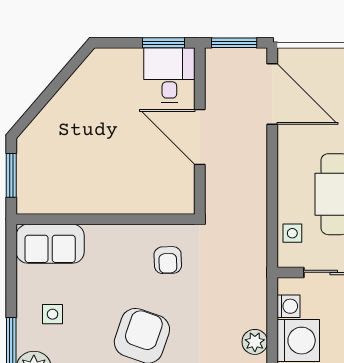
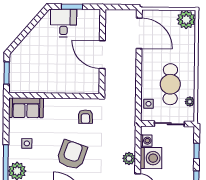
window: (164, 43) -> (72, 7), moved
window: (234, 43) -> (120, 7), removed
desk: (169, 75) -> (64, 23), moved

